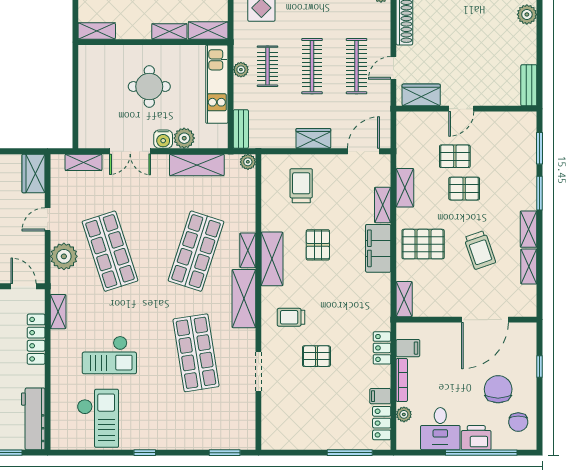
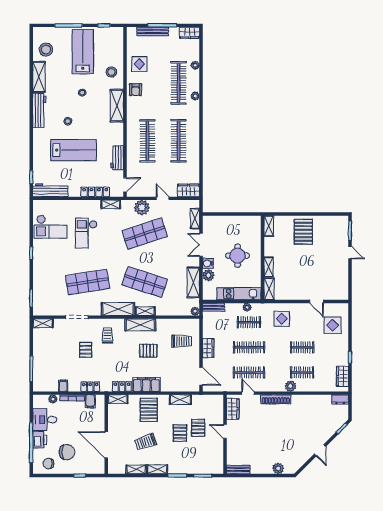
shelving: (383, 205) -> (43, 323), moved
locker: (382, 423) -> (122, 387), moved

